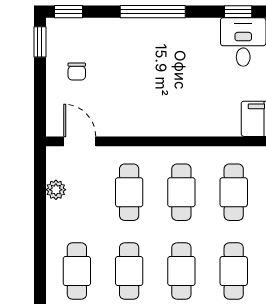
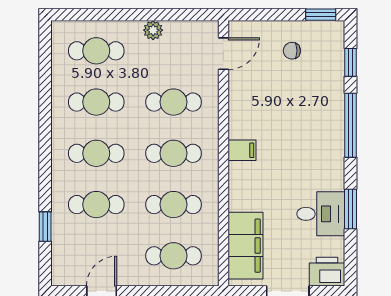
window: (69, 12) -> (350, 62), moved
window: (238, 12) -> (350, 209), width x1.50
filing cabinet: (178, 122) -> (242, 150), added
plant: (56, 190) -> (153, 30), moved

